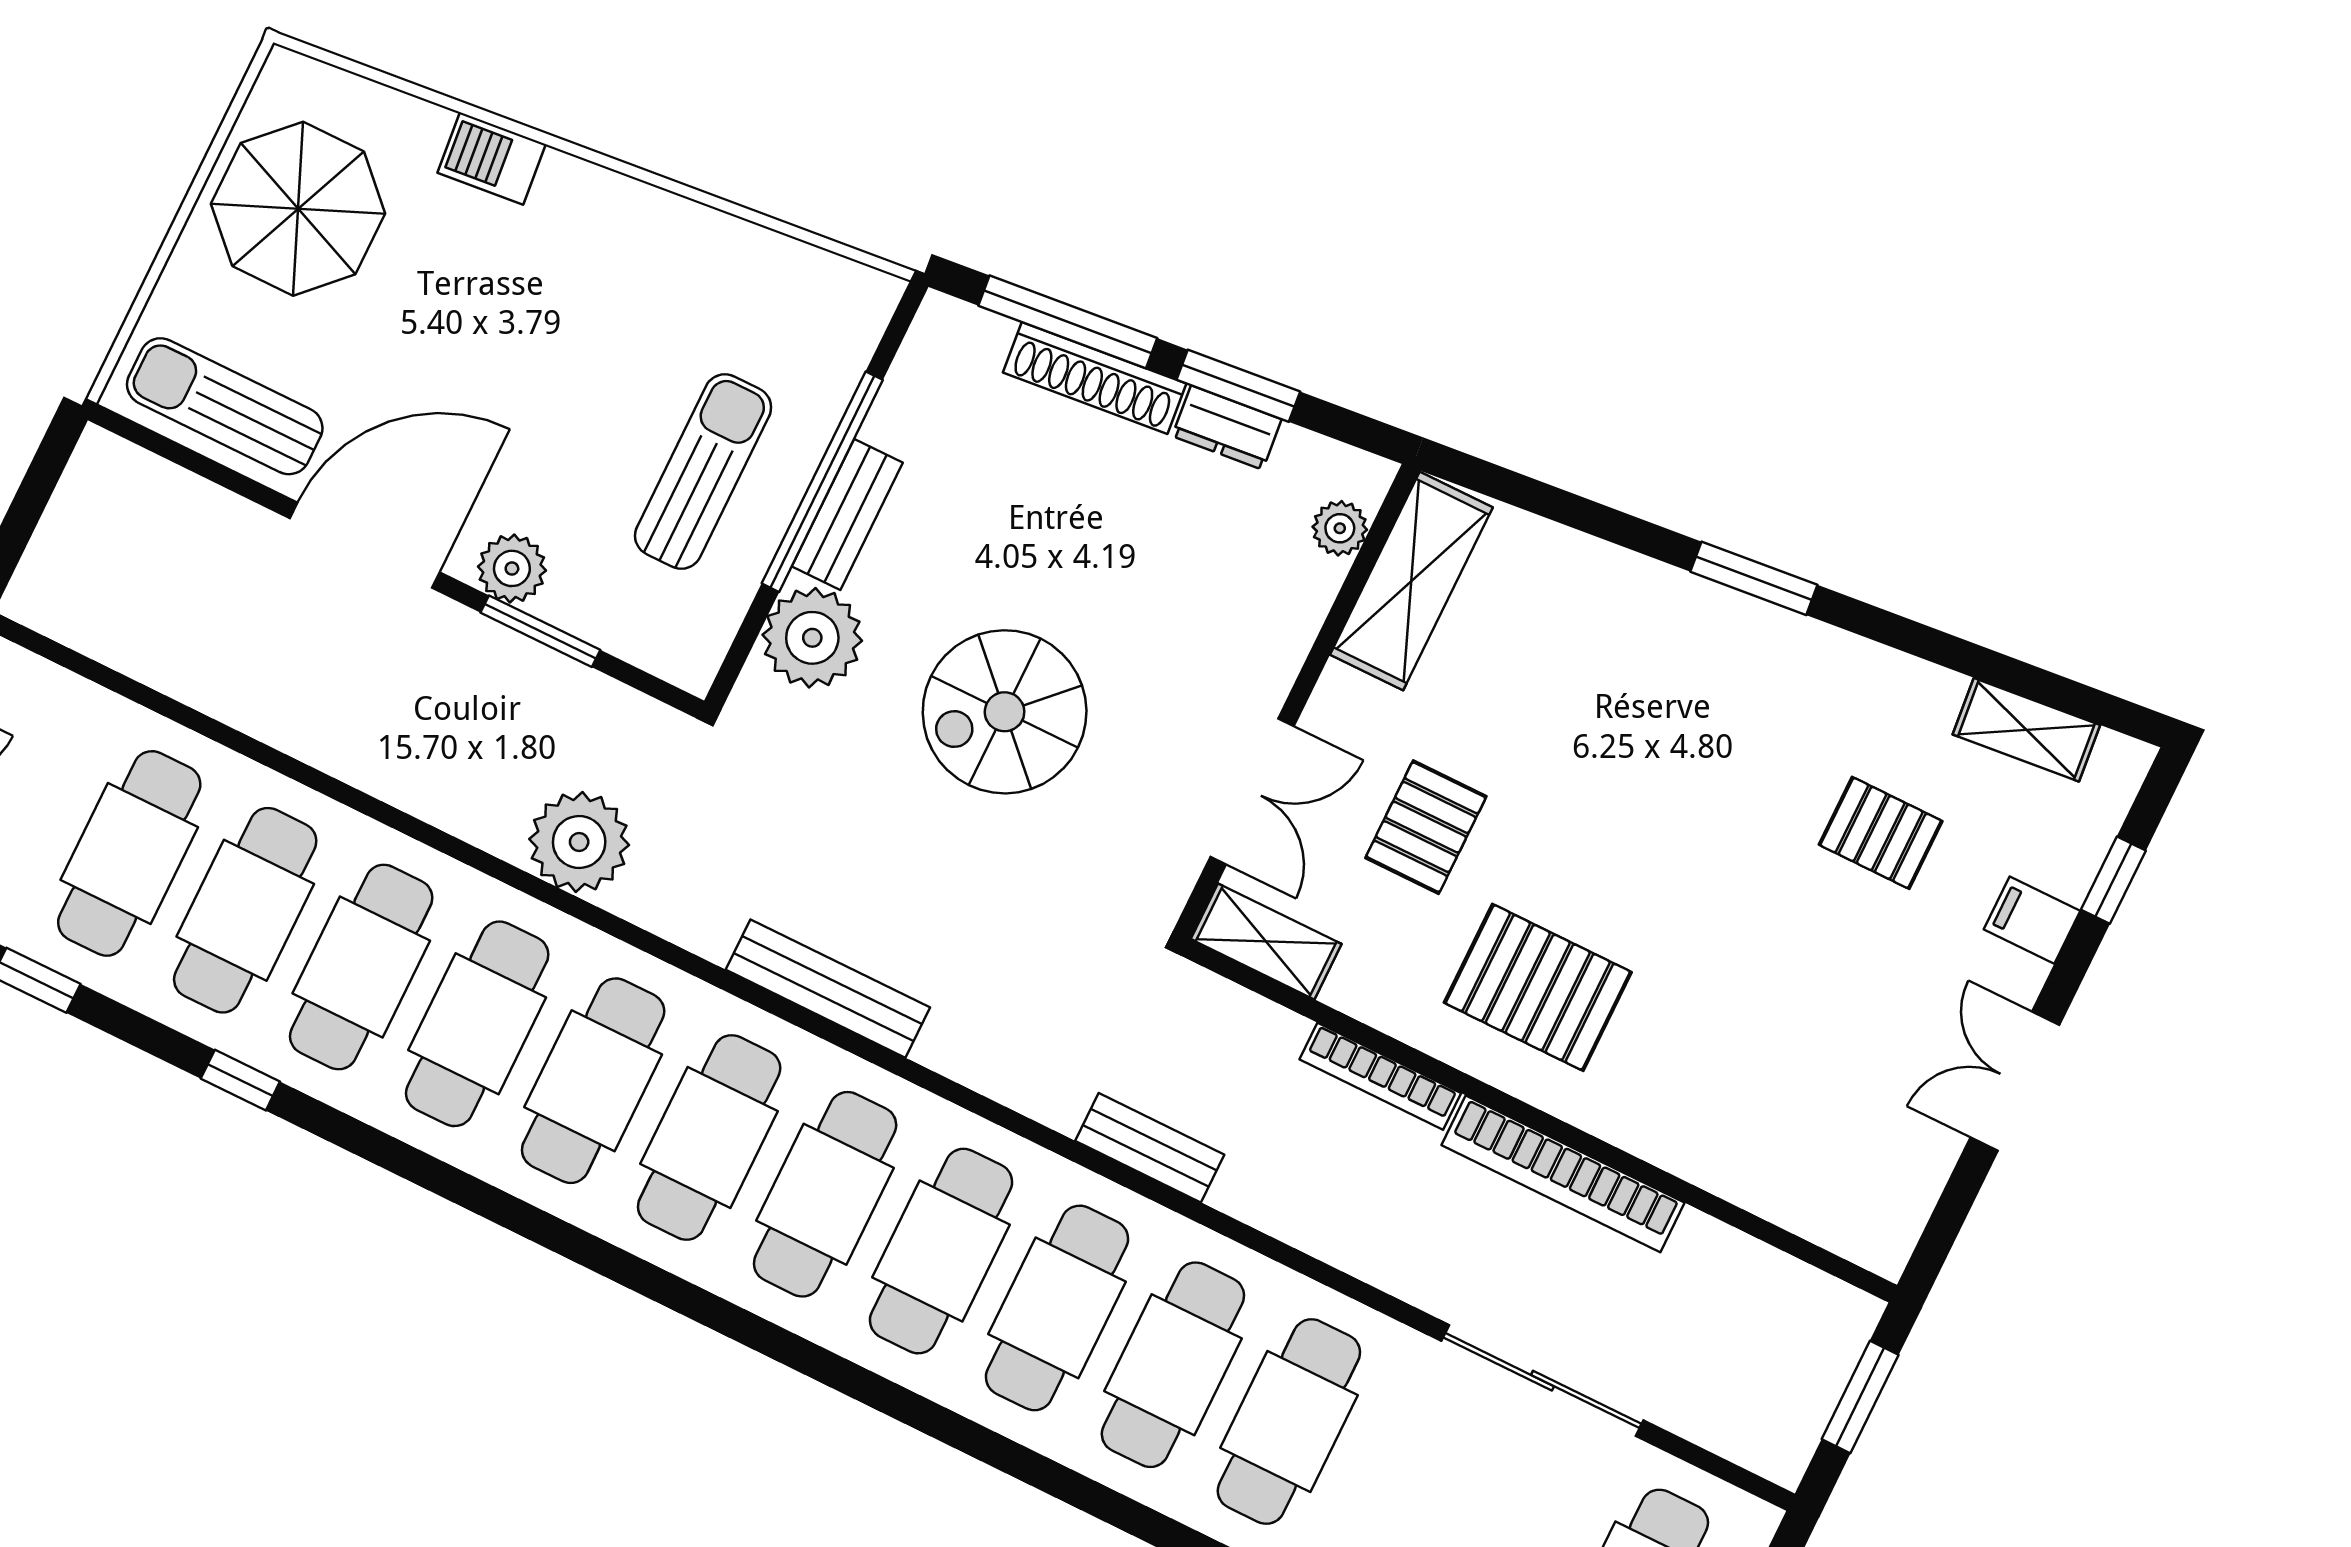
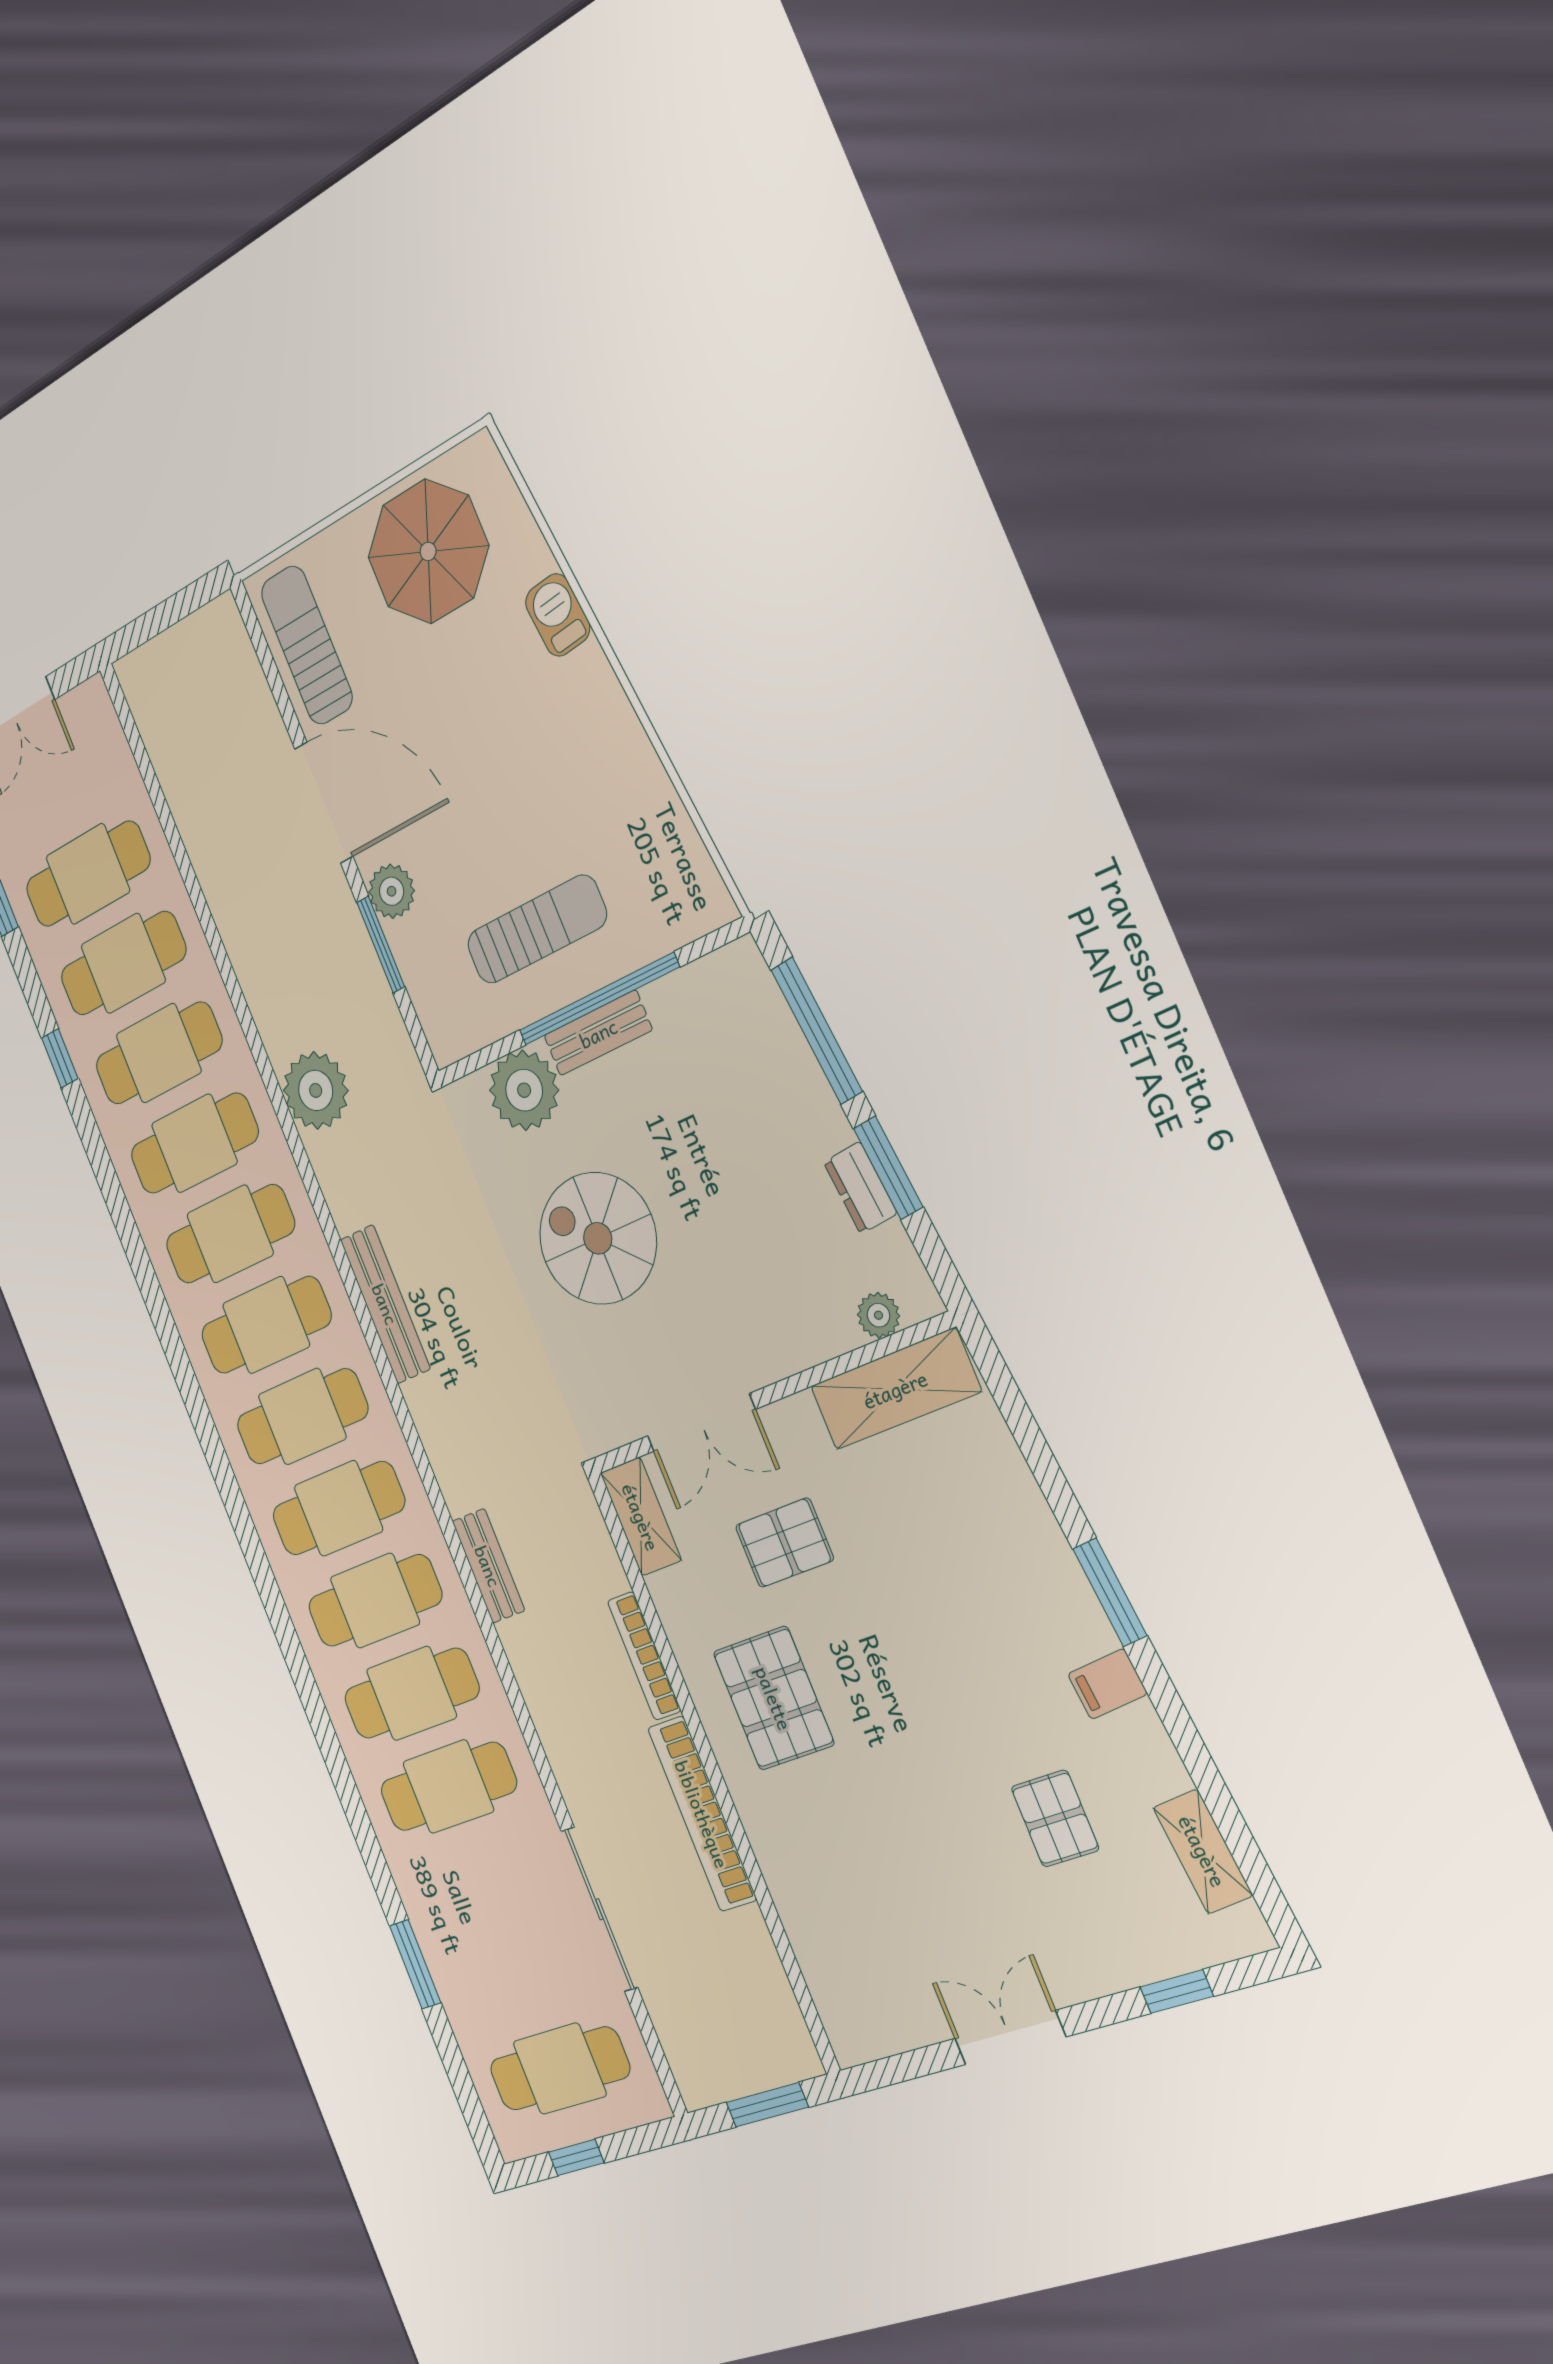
shoe rack: (1095, 378) -> (805, 1082), removed
filing cabinet: (2032, 920) -> (1108, 1684), moved, turned -96

